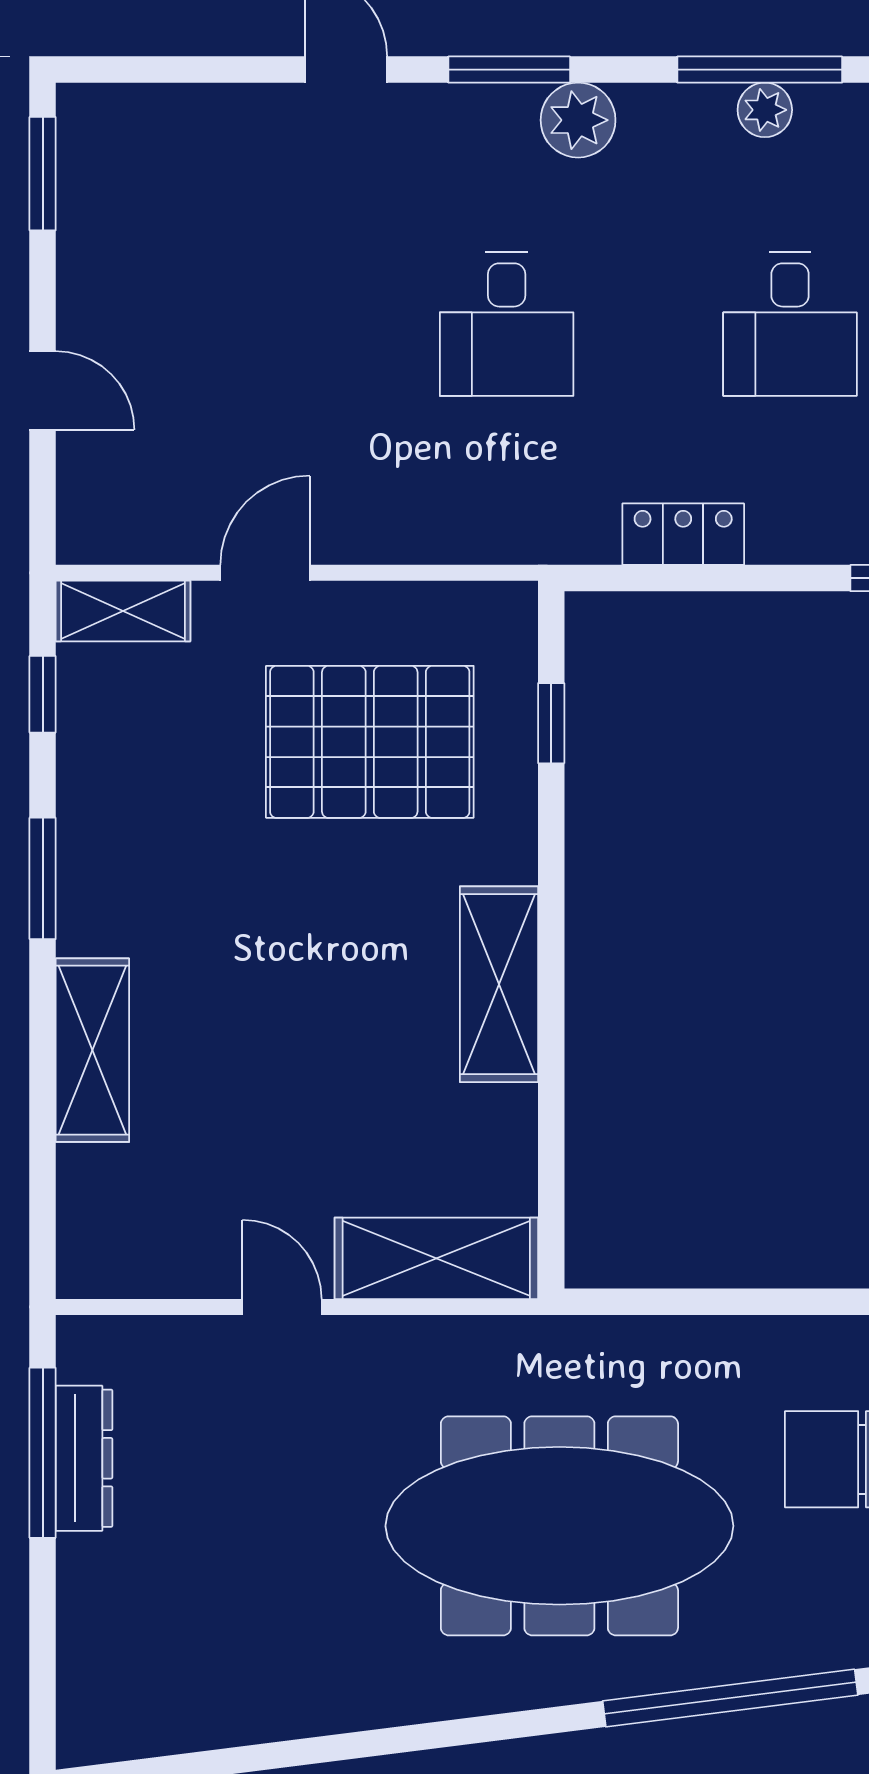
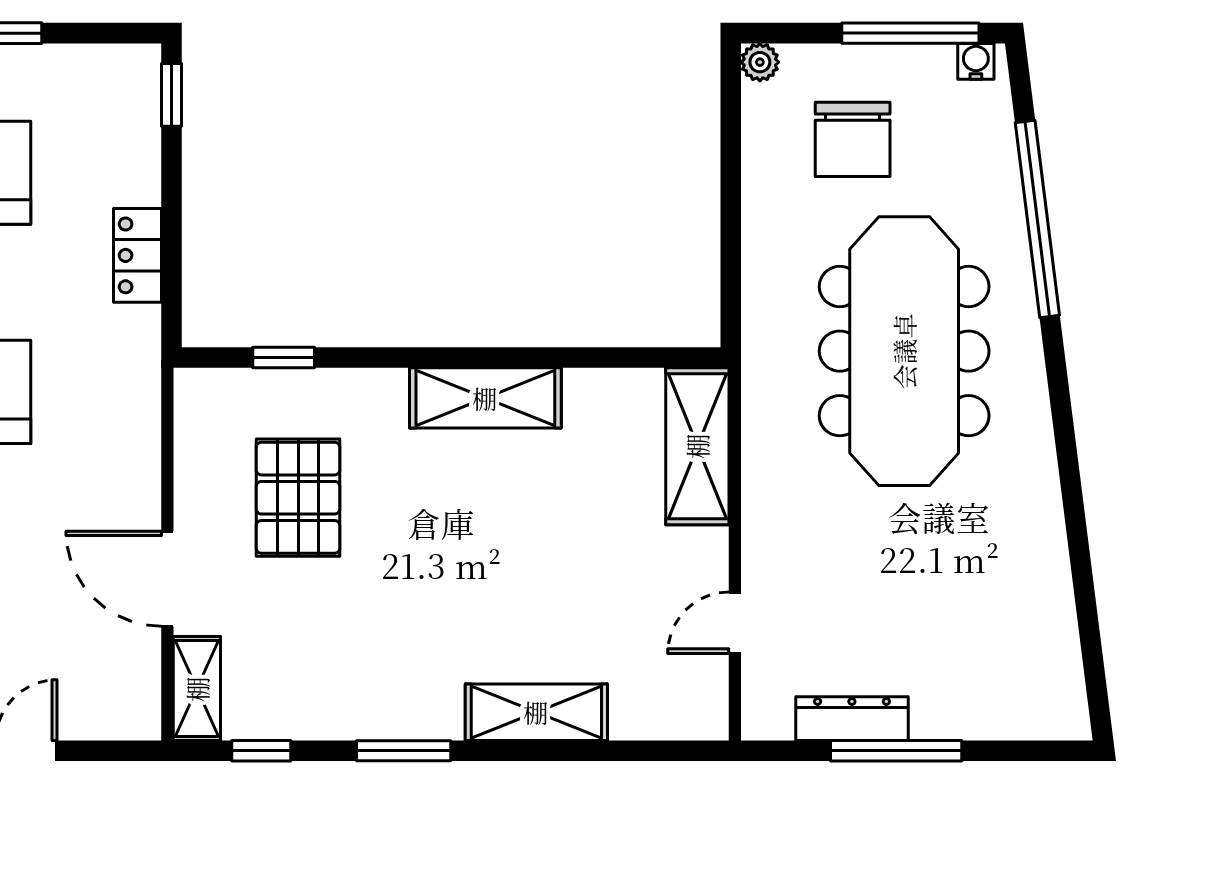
door: (265, 573) -> (167, 579), width x1.38
pallet: (370, 742) -> (298, 498), width x0.73, depth x0.71
door: (282, 1307) -> (735, 623), moved
window: (43, 1453) -> (896, 751), moved

